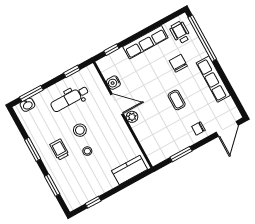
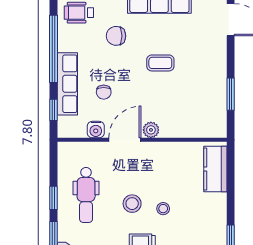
window: (149, 29) -> (53, 49), added
row of seats: (145, 42) -> (67, 84), moved
window: (72, 71) -> (53, 198), moved
chair: (198, 128) -> (104, 92), moved

